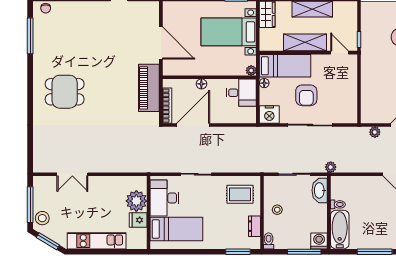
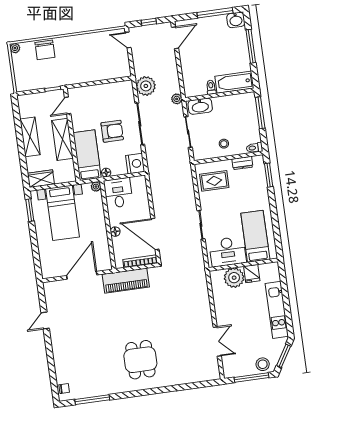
plant: (375, 132) -> (146, 86), moved, width x1.88, depth x1.88
rug: (240, 194) -> (214, 181), turned 90
washing machine: (319, 241) -> (248, 100), removed

